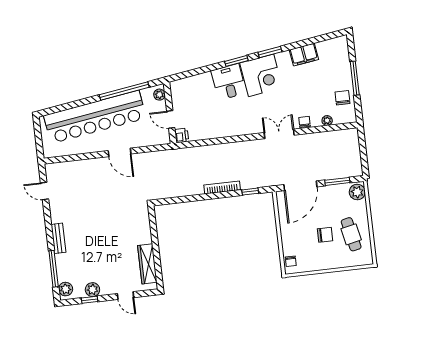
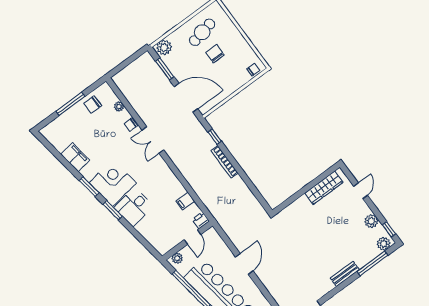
filing cabinet: (207, 132) -> (185, 201), added
window: (90, 300) -> (389, 229), moved

